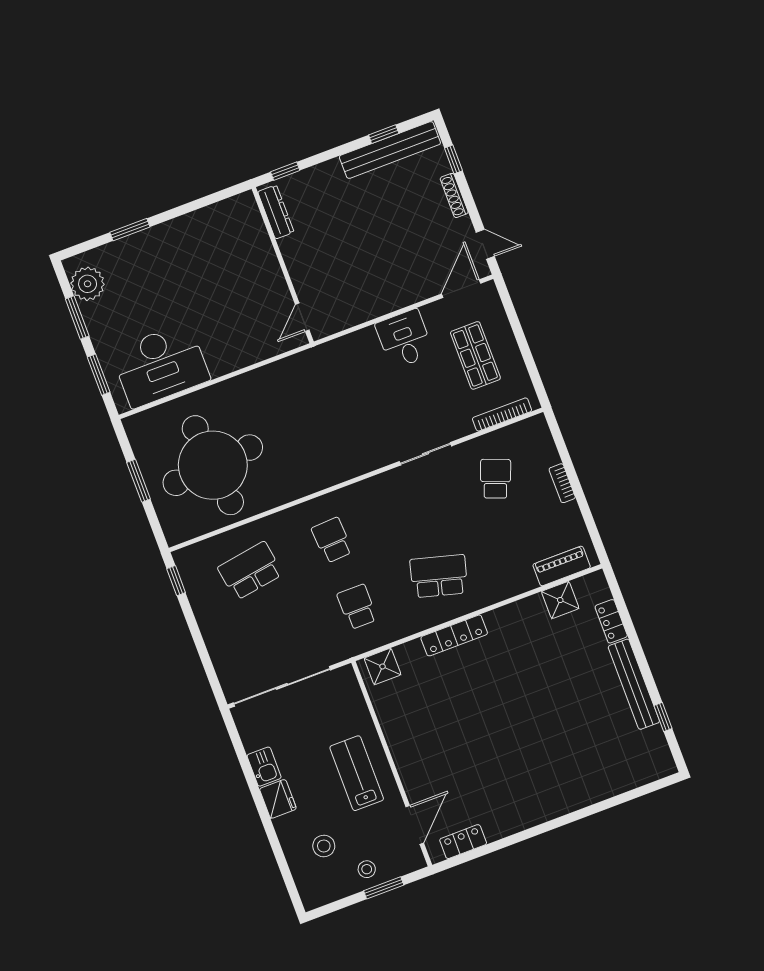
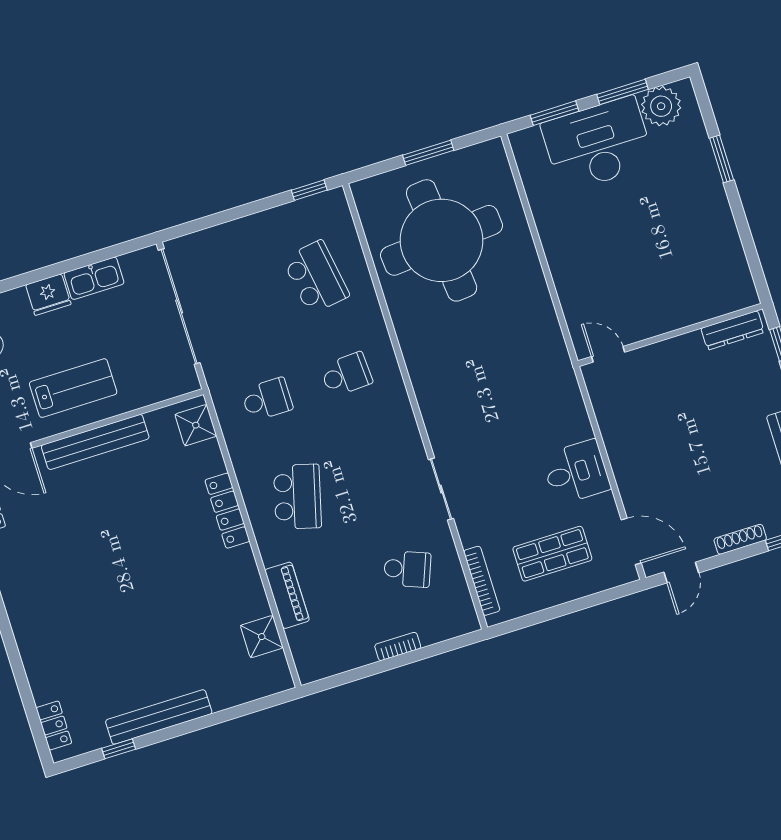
desk: (160, 365) -> (598, 144), moved, turned 90
piano: (562, 566) -> (287, 595), moved
locker: (611, 621) -> (54, 725), moved, turned 90
bench: (402, 752) -> (95, 442), added
kitchen sink: (264, 767) -> (94, 278), width x1.38

